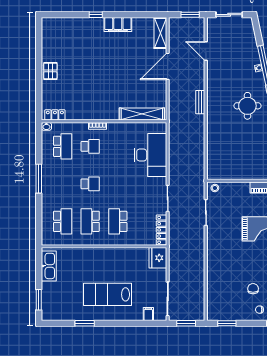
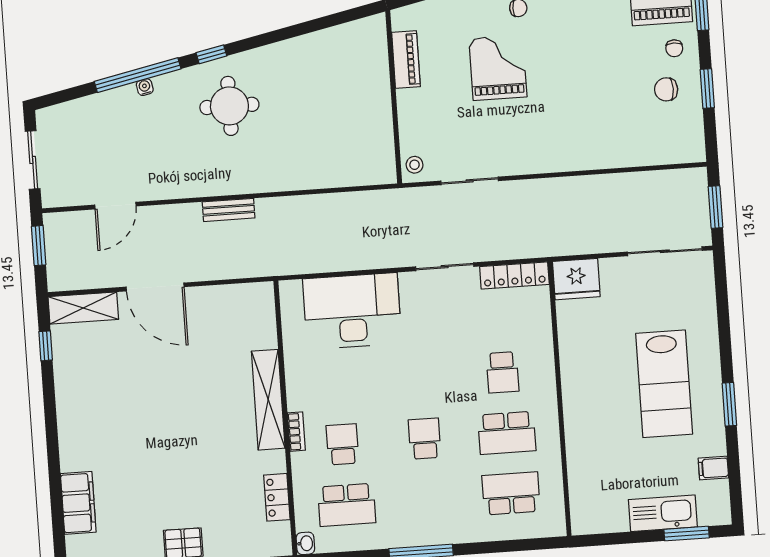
window: (96, 15) -> (46, 346), moved
filing cabinet: (118, 25) -> (78, 503), moved
shelving: (142, 114) -> (268, 400), moved
locker: (55, 115) -> (277, 497), moved
school desk: (63, 146) -> (347, 505), turned 180
school desk: (118, 221) -> (503, 372), width x0.54
kitchen sink: (49, 266) -> (663, 513), moved
chair: (253, 289) -> (666, 89), moved
filing cabinet: (148, 314) -> (713, 468), moved
window: (85, 323) -> (729, 404), moved
window: (227, 323) -> (707, 89), moved

